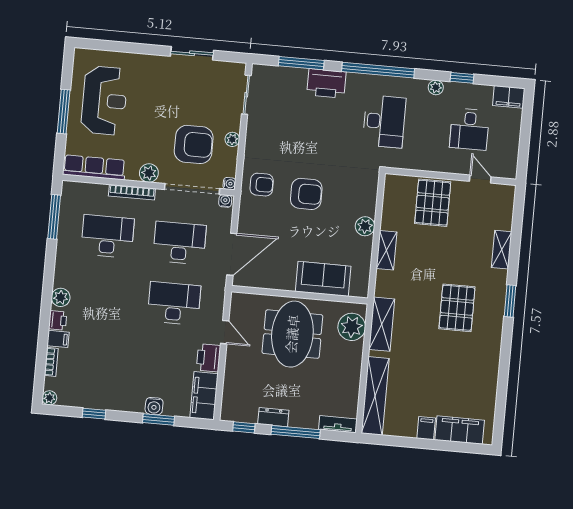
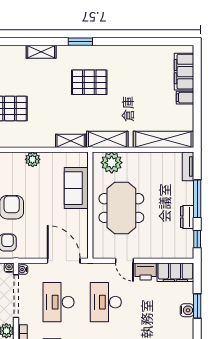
shelving: (387, 250) -> (71, 141), moved
door: (225, 332) -> (125, 261), swing flipped
meeting table: (292, 334) -> (121, 208), turned 90

